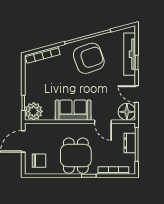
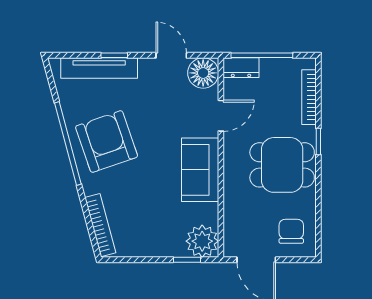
door: (137, 94) -> (171, 55), swing flipped
dresser: (130, 143) -> (241, 68), moved

